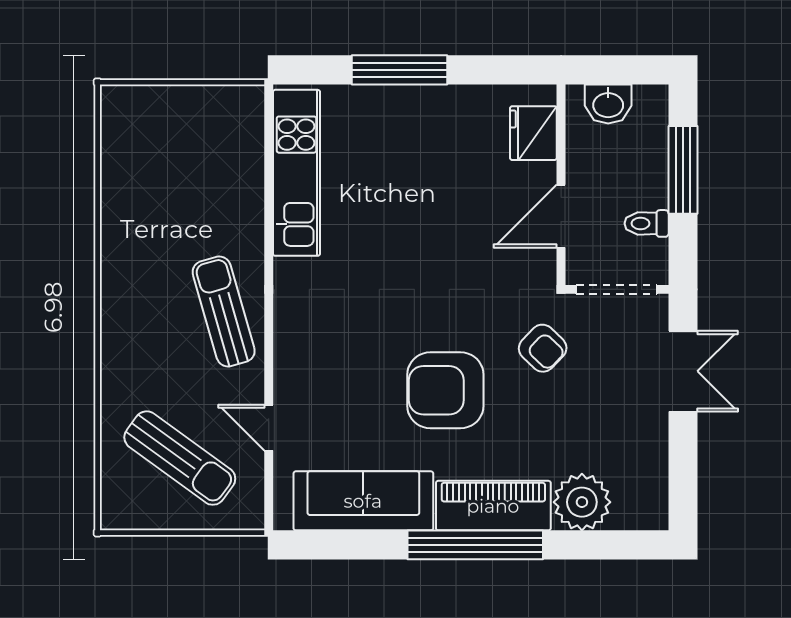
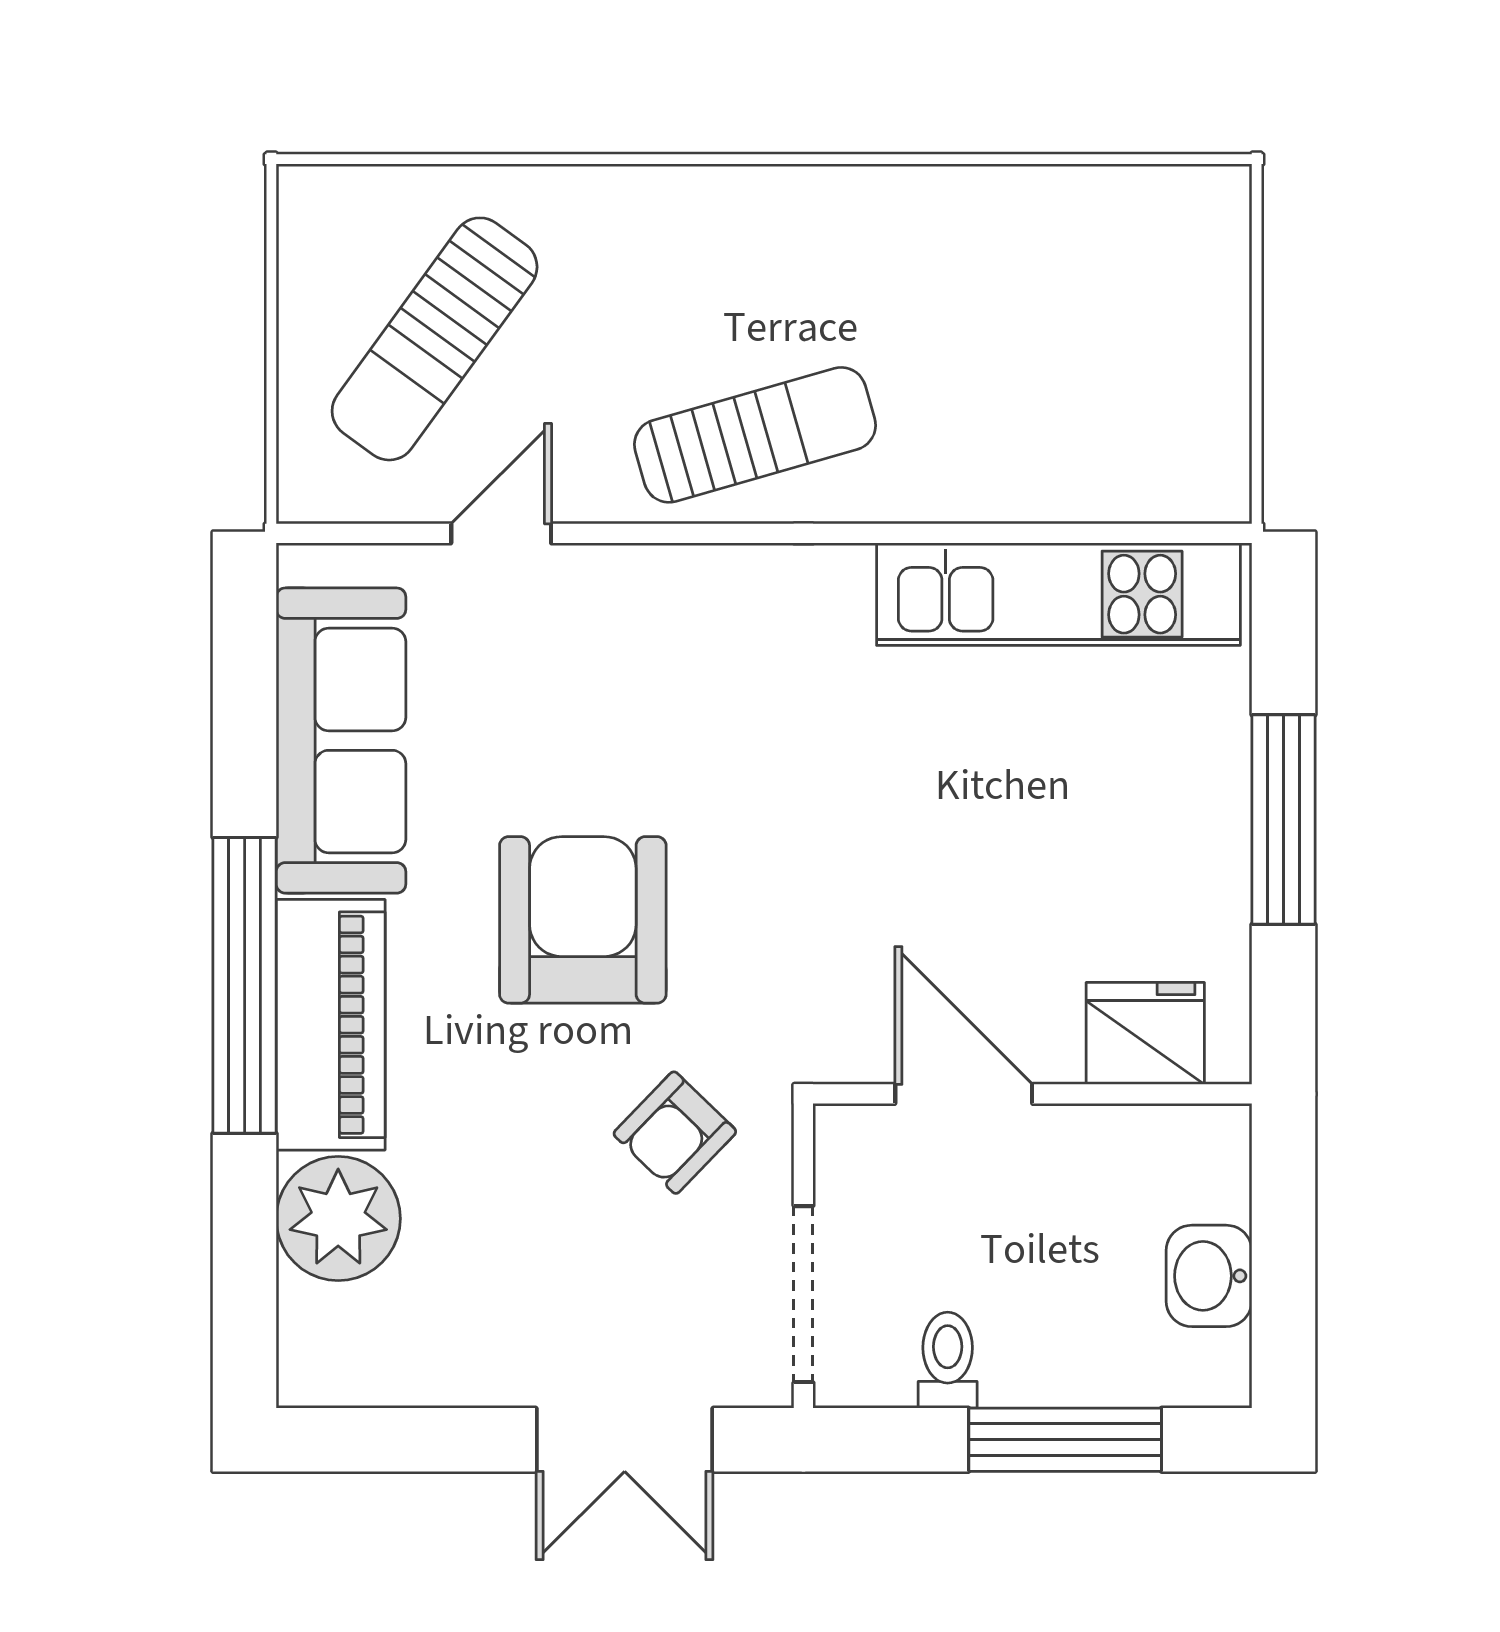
fridge: (533, 133) -> (1145, 1033), moved
wall: (561, 185) -> (1032, 1094), moved
door: (561, 216) -> (964, 1094), moved

